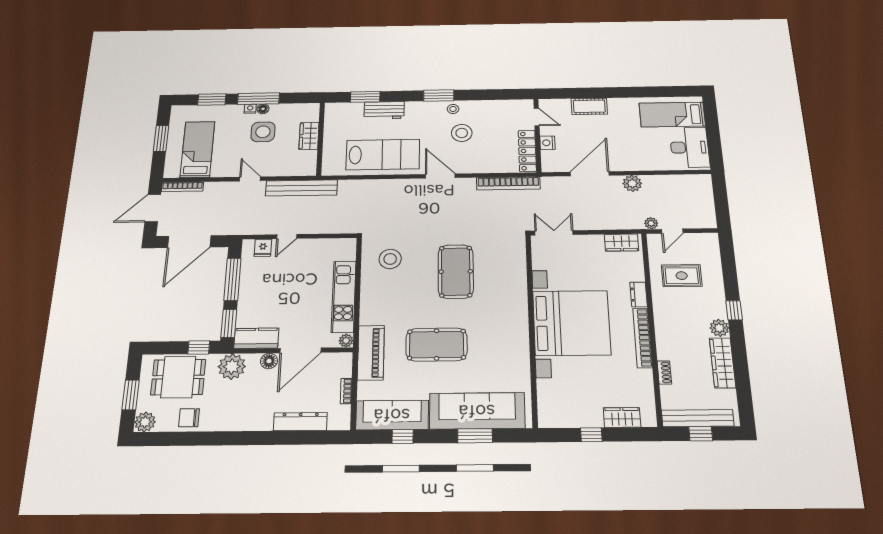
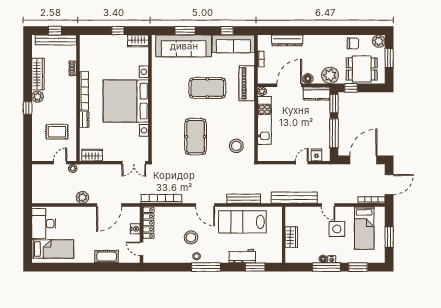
window: (439, 96) -> (206, 267), width x1.44
side table: (263, 132) -> (337, 229), moved
bench: (380, 185) -> (244, 199), added
wardrobe: (622, 417) -> (138, 41), moved

